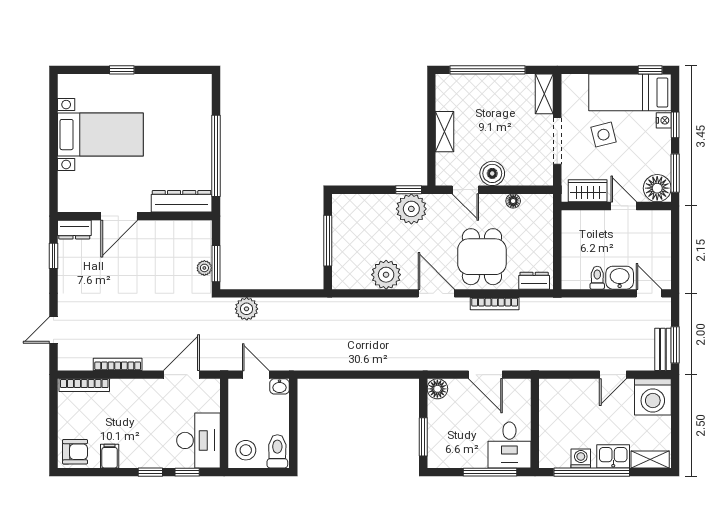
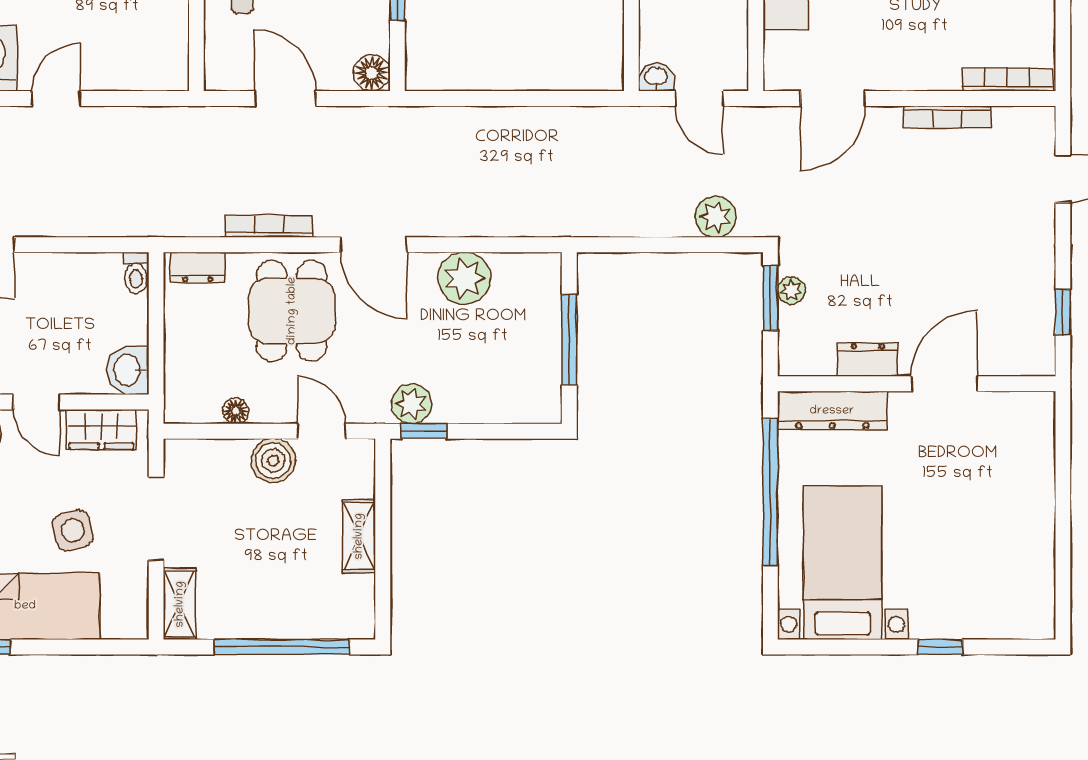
bed with nightstands: (100, 135) -> (843, 563), moved, turned 90
plant: (411, 209) -> (412, 404), width x0.73, depth x0.73
dresser: (74, 230) -> (868, 359), moved
toilet: (597, 278) -> (136, 273), moved
washbasin: (620, 278) -> (128, 370), moved, turned 90

